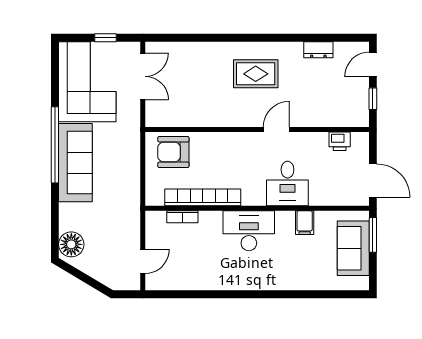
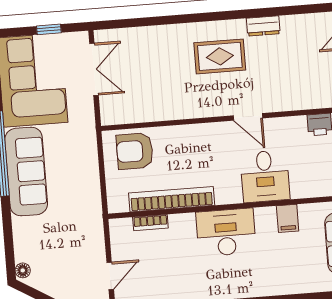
dresser: (318, 50) -> (263, 26), moved
door: (276, 129) -> (248, 117), swing flipped
floor lamp: (71, 244) -> (23, 270), width x0.53, depth x0.53

